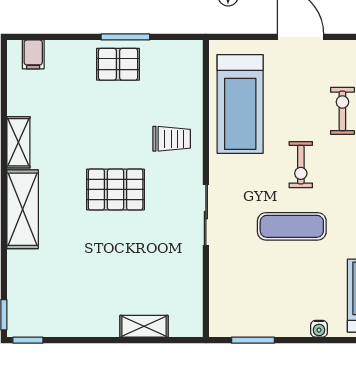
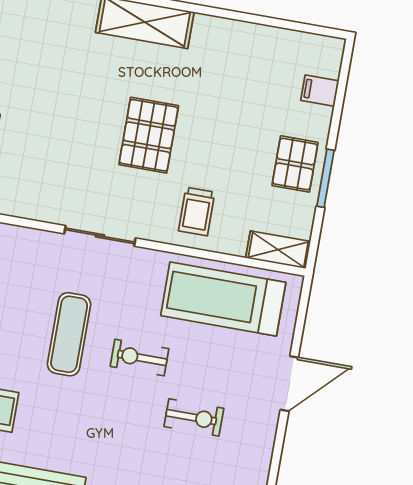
filing cabinet: (33, 54) -> (320, 91), moved
shelving: (18, 142) -> (278, 250), moved

